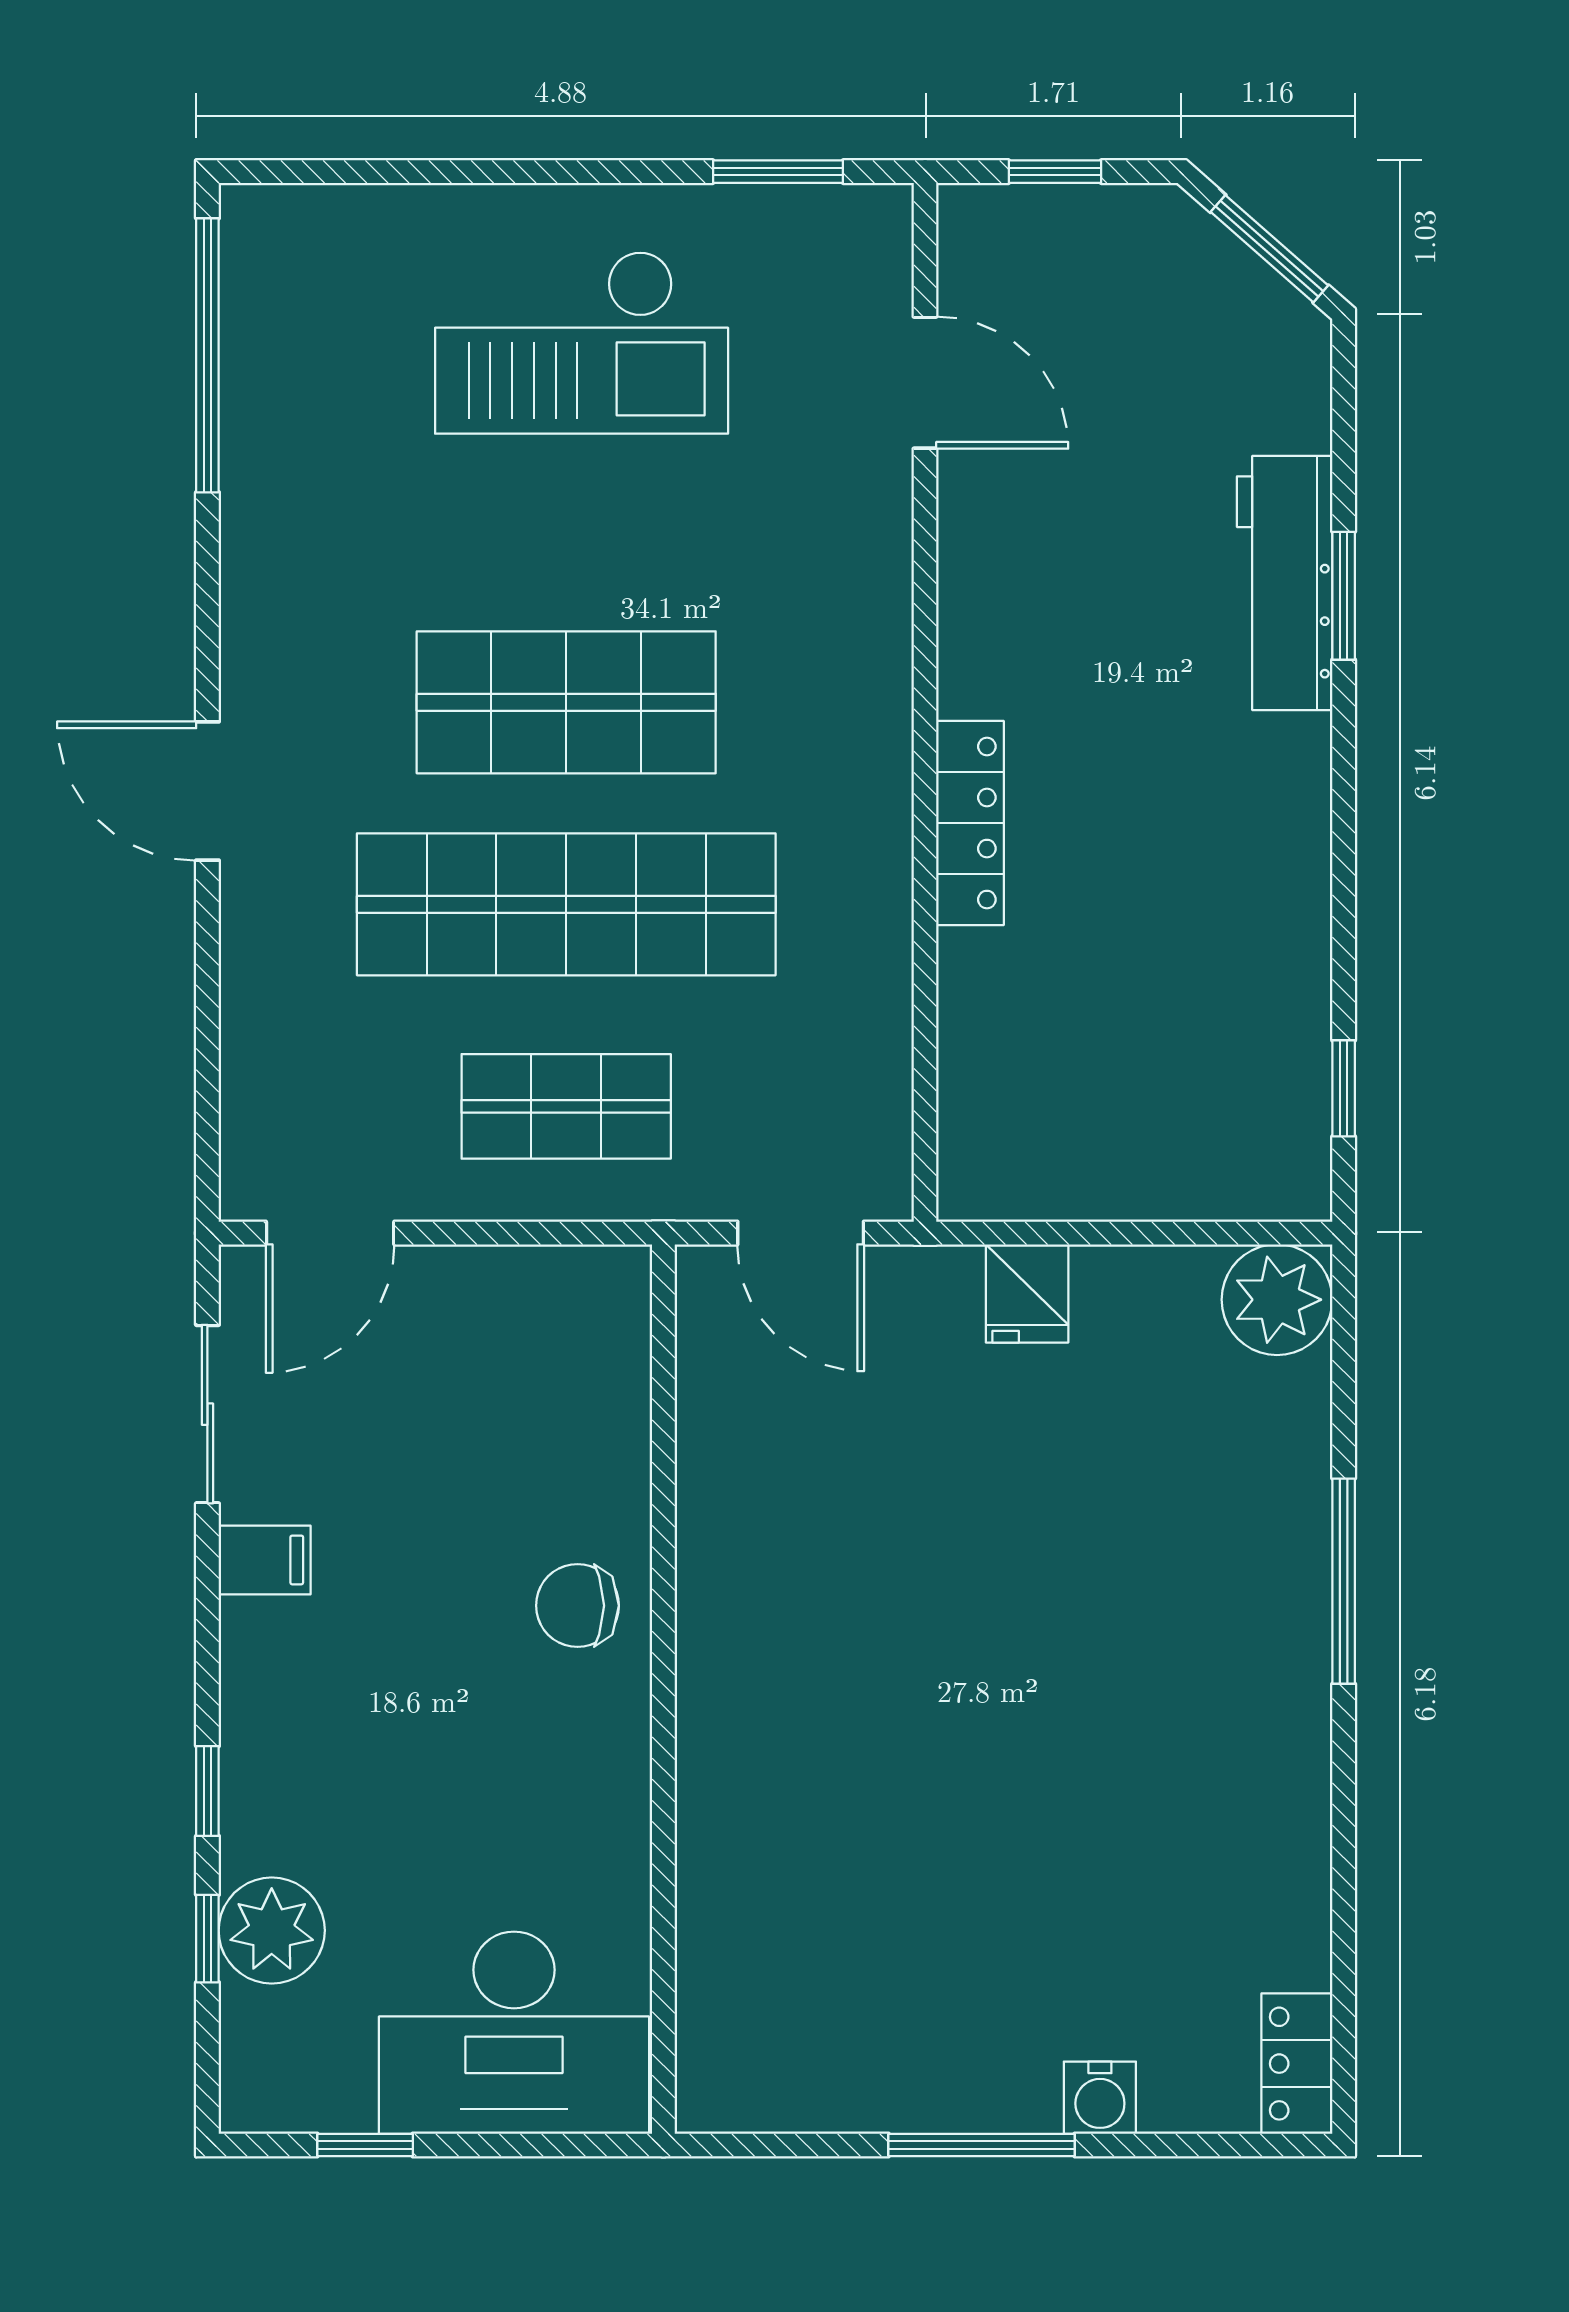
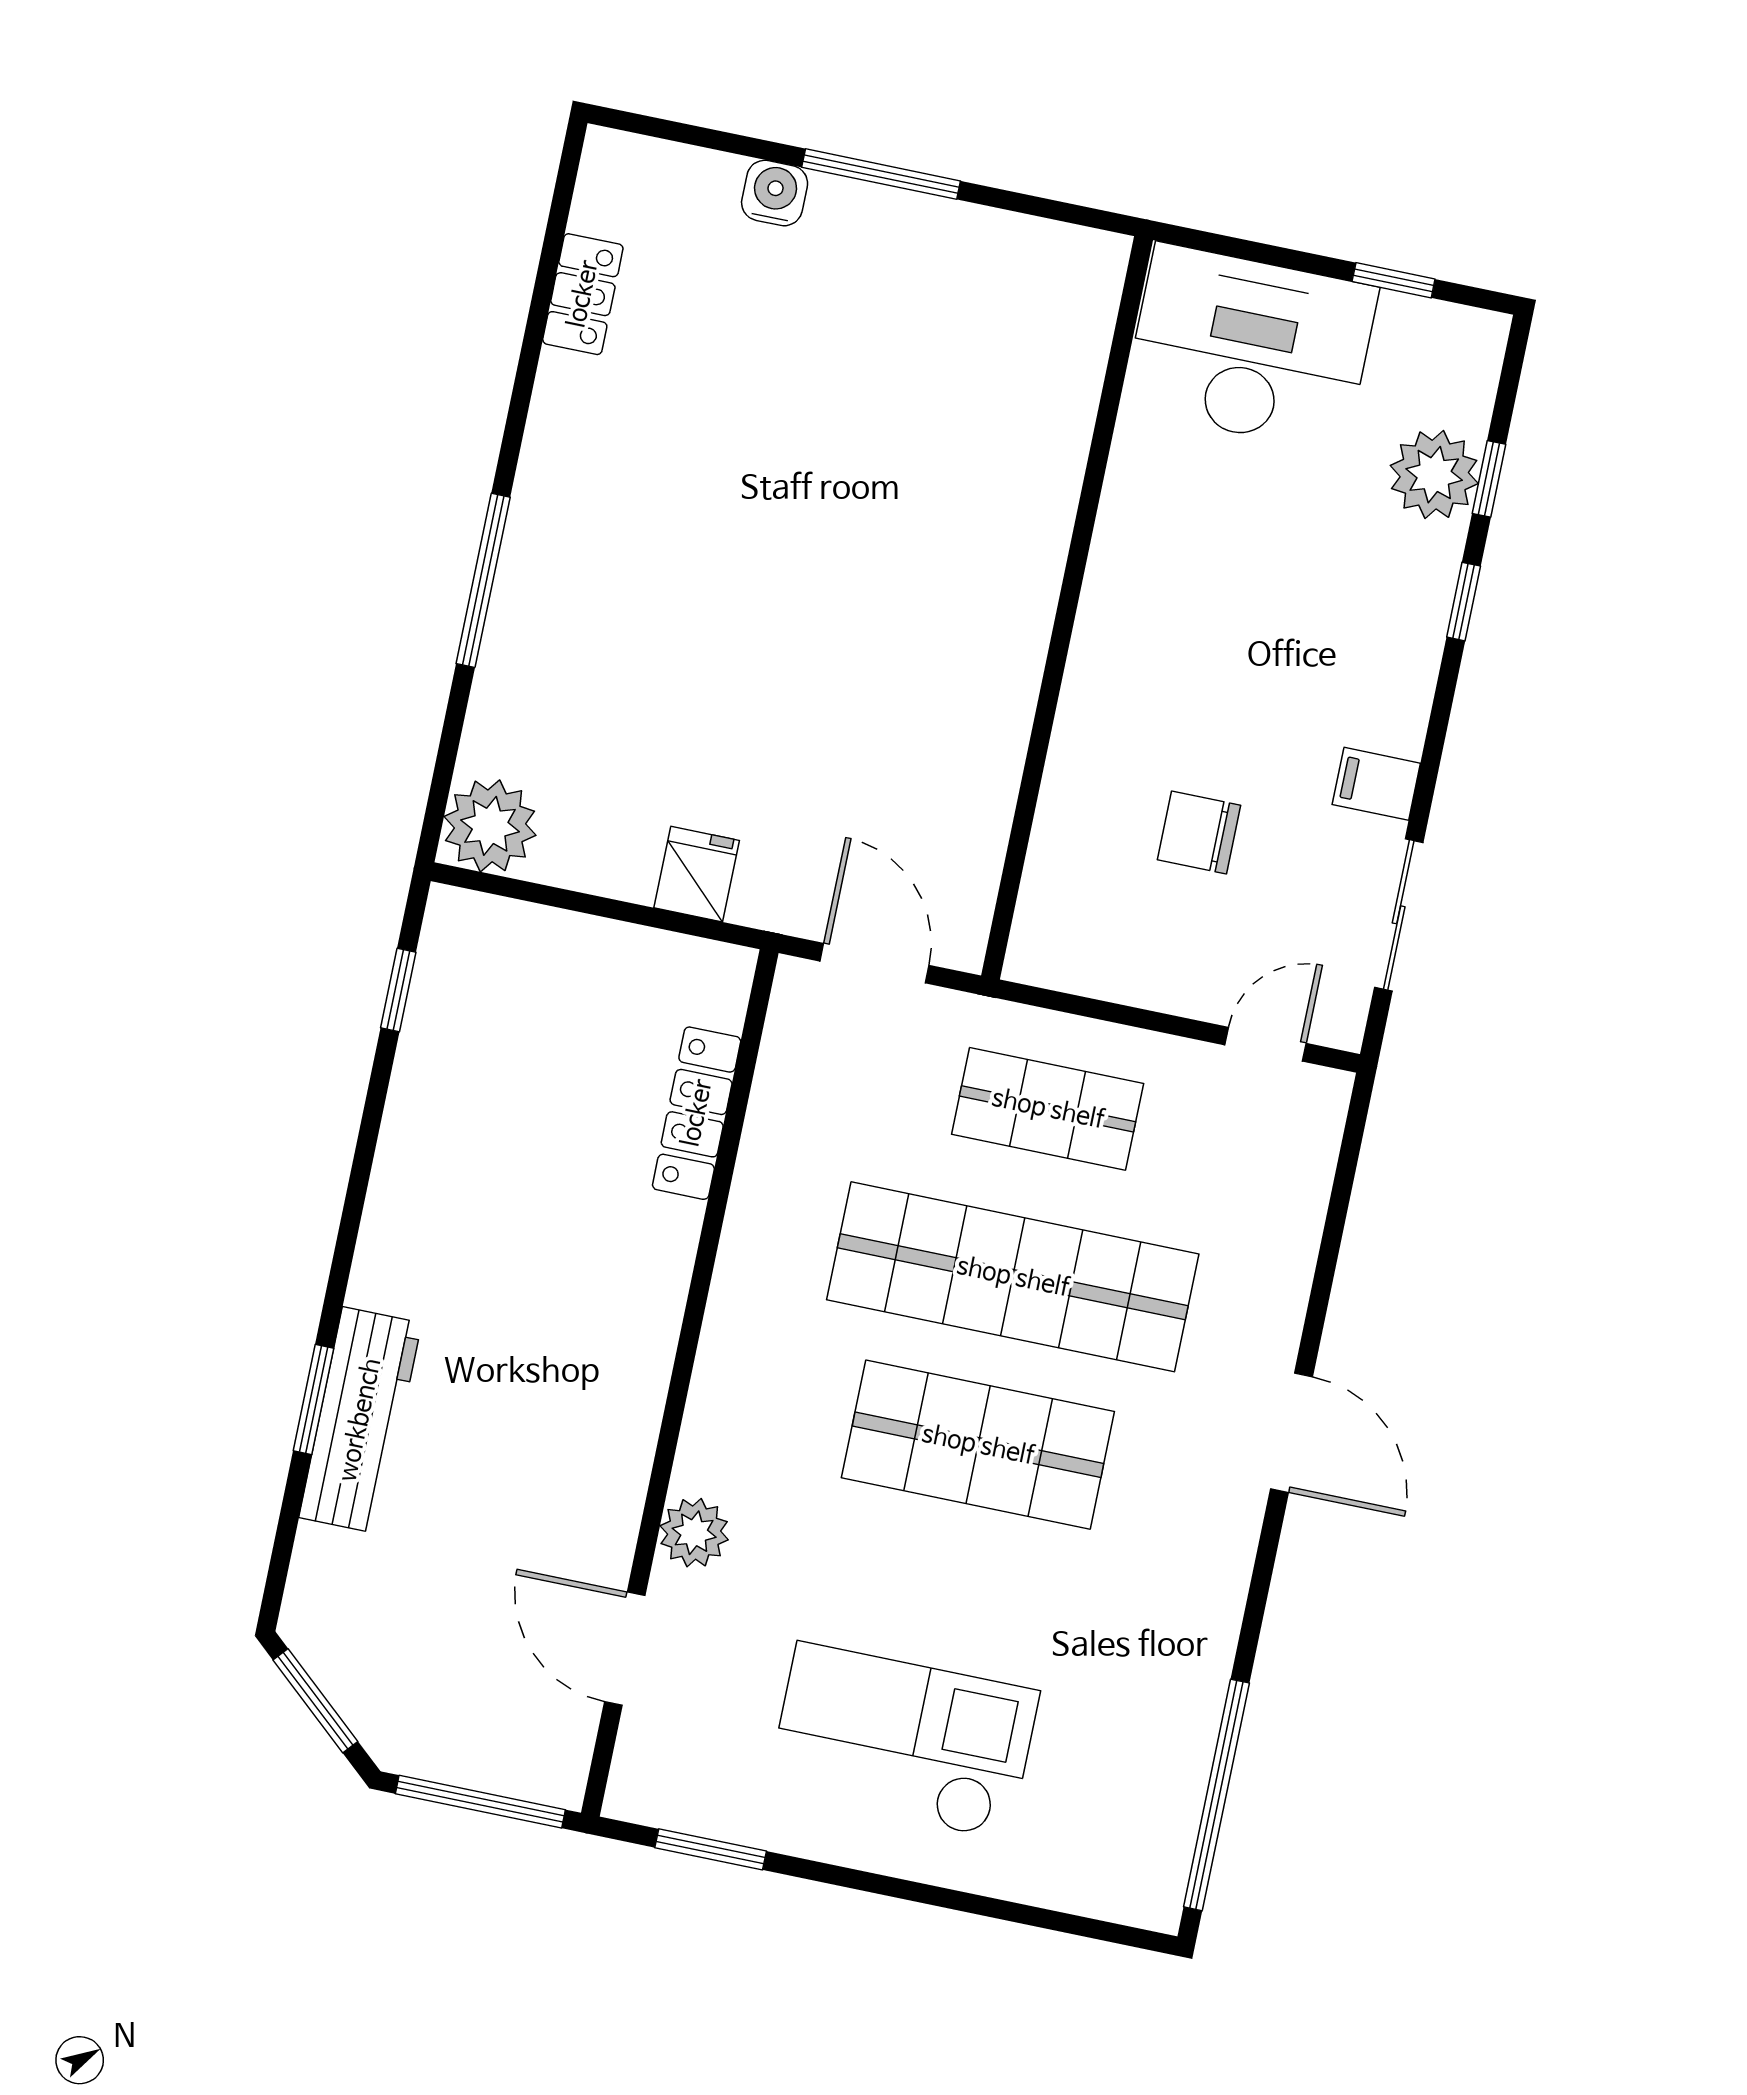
window: (1055, 172) -> (480, 1802), width x2.17
plant: (873, 533) -> (694, 1533), added
locker: (970, 823) -> (697, 1113), moved
door: (330, 1233) -> (1266, 1044), width x0.73
chair: (578, 1606) -> (1199, 832), moved, turned 180
locker: (1297, 2064) -> (583, 294), moved

